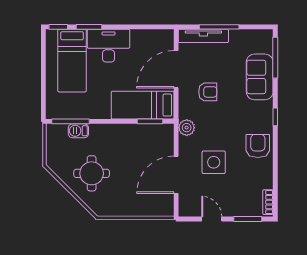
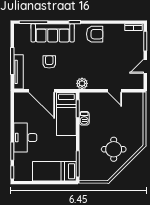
bed: (72, 61) -> (54, 171), moved, turned 180
sofa: (260, 77) -> (53, 33), width x1.36
armchair: (208, 92) -> (49, 62), moved
barbecue: (78, 131) -> (84, 118), moved
armchair: (258, 146) -> (95, 34), turned 180
side table: (214, 162) -> (106, 65), removed
door: (176, 175) -> (115, 91), width x0.53

